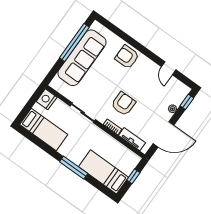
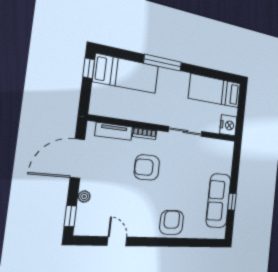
window: (74, 42) -> (232, 202), width x0.32
armchair: (127, 57) -> (172, 222), turned -90
sofa: (82, 58) -> (218, 201), width x0.74, depth x0.79
armchair: (123, 104) -> (147, 167), turned 90
window: (133, 176) -> (89, 68), moved

